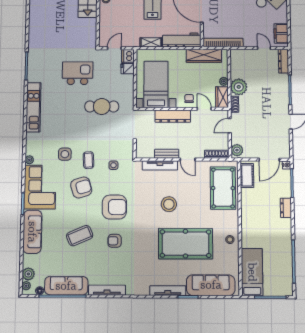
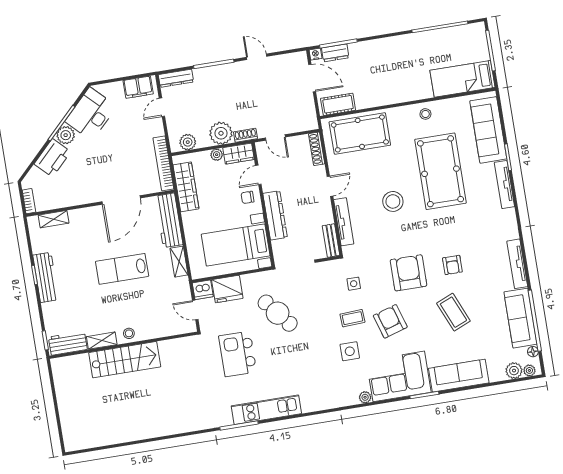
fridge: (128, 69) -> (227, 289), width x1.88, depth x1.34
cafe table: (102, 106) -> (278, 313), turned -39
kitchen unit: (33, 107) -> (266, 410), moved
plant: (237, 150) -> (188, 142), moved
bench: (167, 154) -> (331, 241), moved
dresser: (286, 208) -> (335, 53), moved

